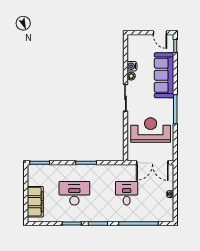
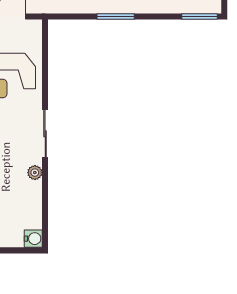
water cooler: (132, 66) -> (33, 239), moved

